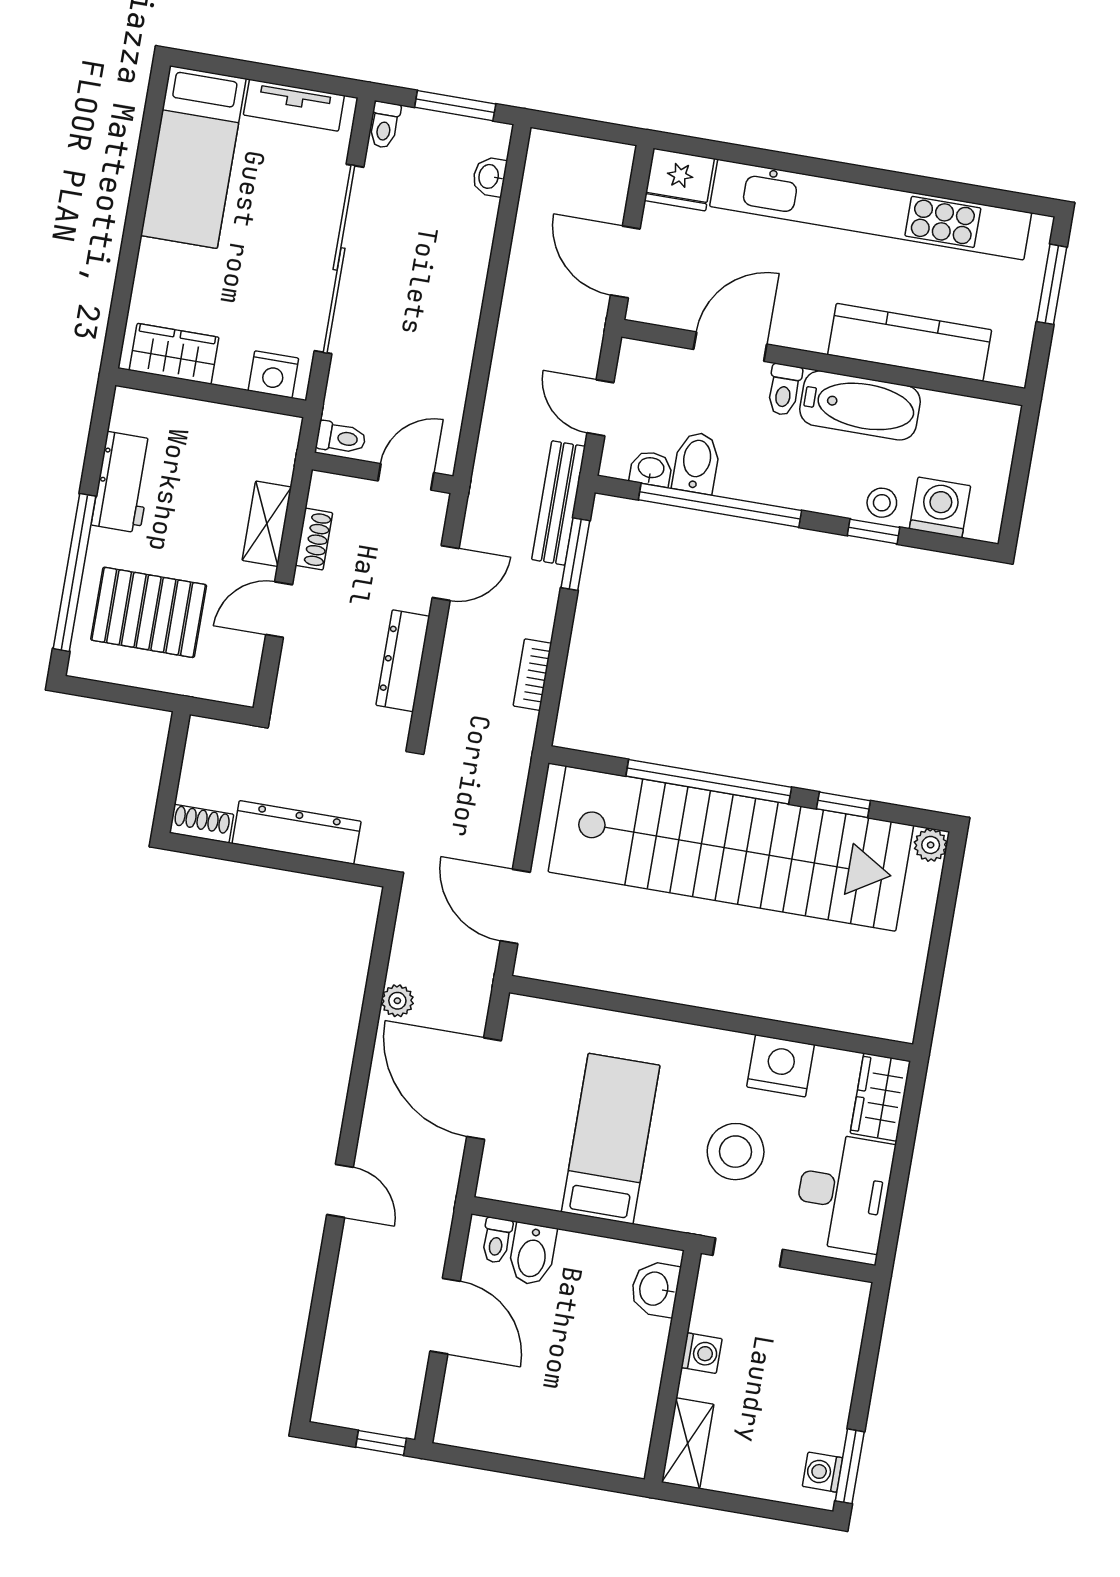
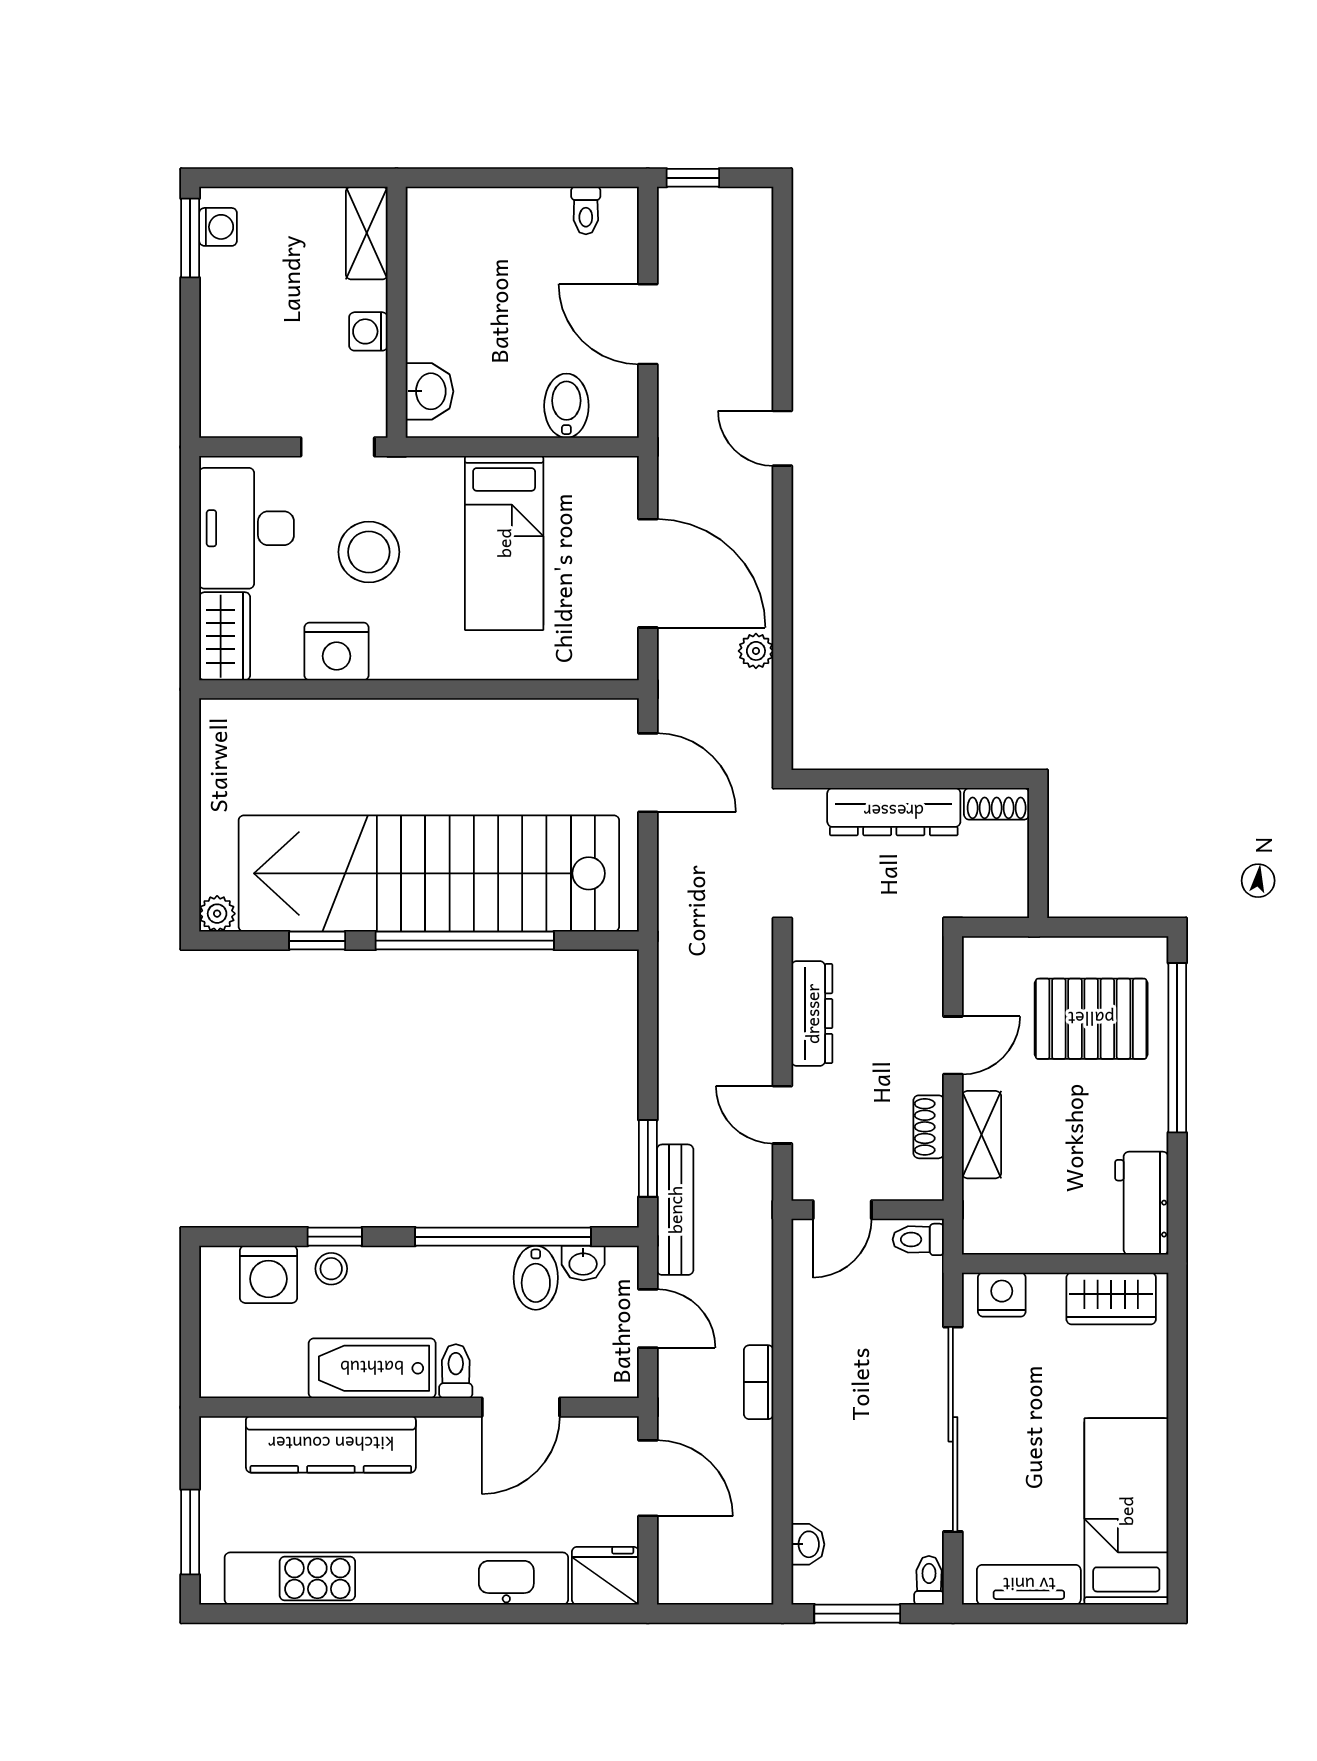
workbench: (123, 482) -> (1142, 1203), moved
door: (446, 573) -> (782, 1115), hinge flipped
bookcase: (532, 675) -> (759, 1382), moved, turned 180
toilet: (497, 1240) -> (586, 211), moved, turned 180

